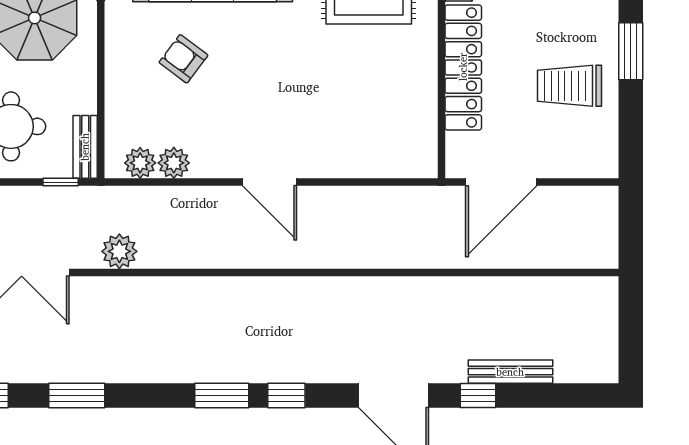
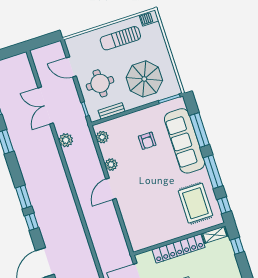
armchair: (183, 59) -> (147, 141), turned 143
bench: (85, 147) -> (111, 111), moved
plant: (174, 163) -> (111, 165), moved

